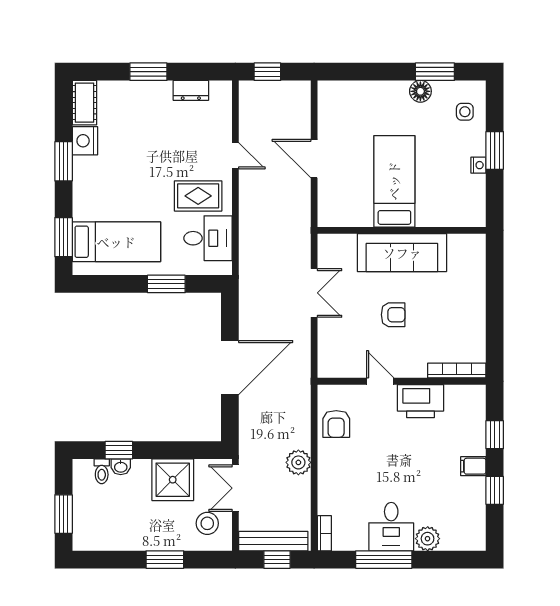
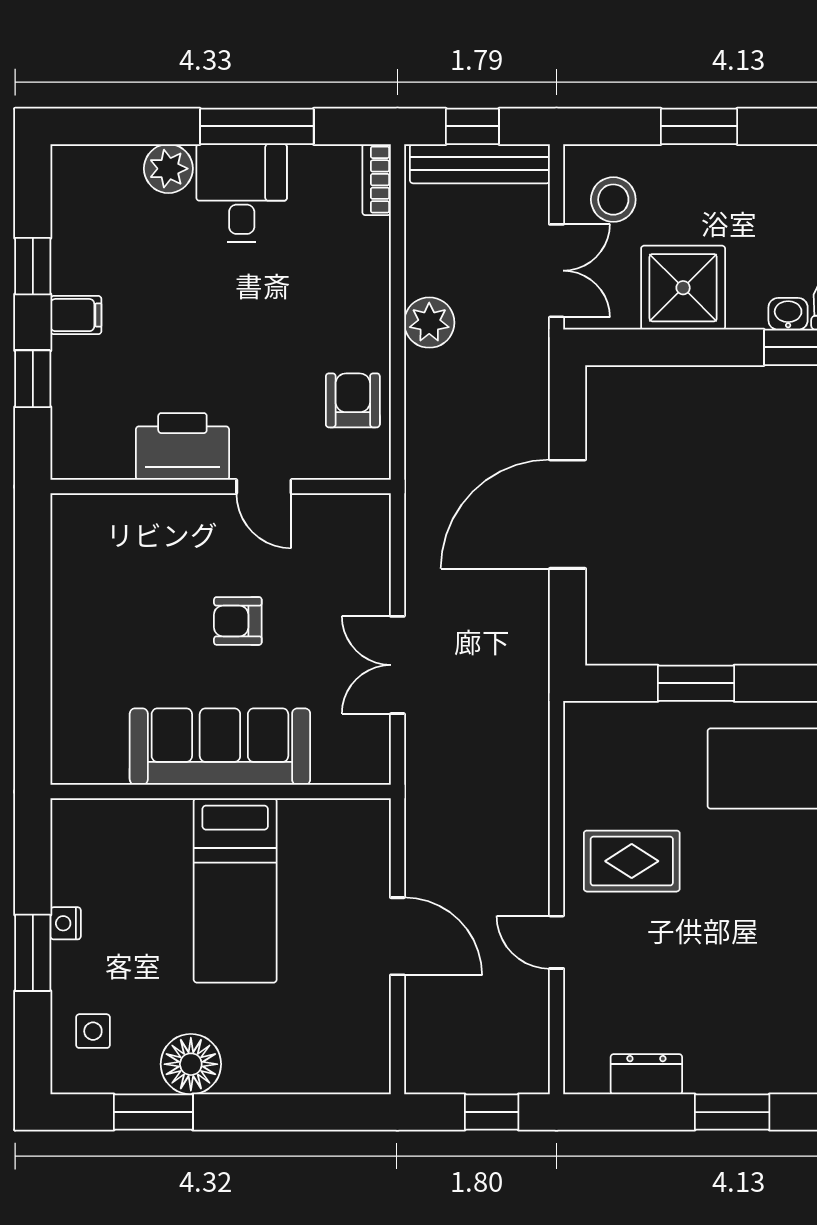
floor lamp: (420, 91) -> (191, 1064), width x1.38, depth x1.38
desk: (208, 238) -> (612, 776), removed
bookcase: (457, 371) -> (109, 508), removed

